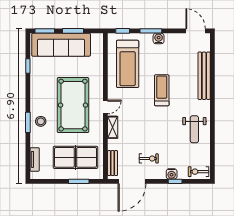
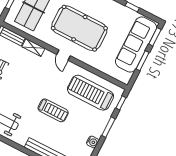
water cooler: (159, 38) -> (93, 142), moved
shelving: (113, 127) -> (33, 47), moved

